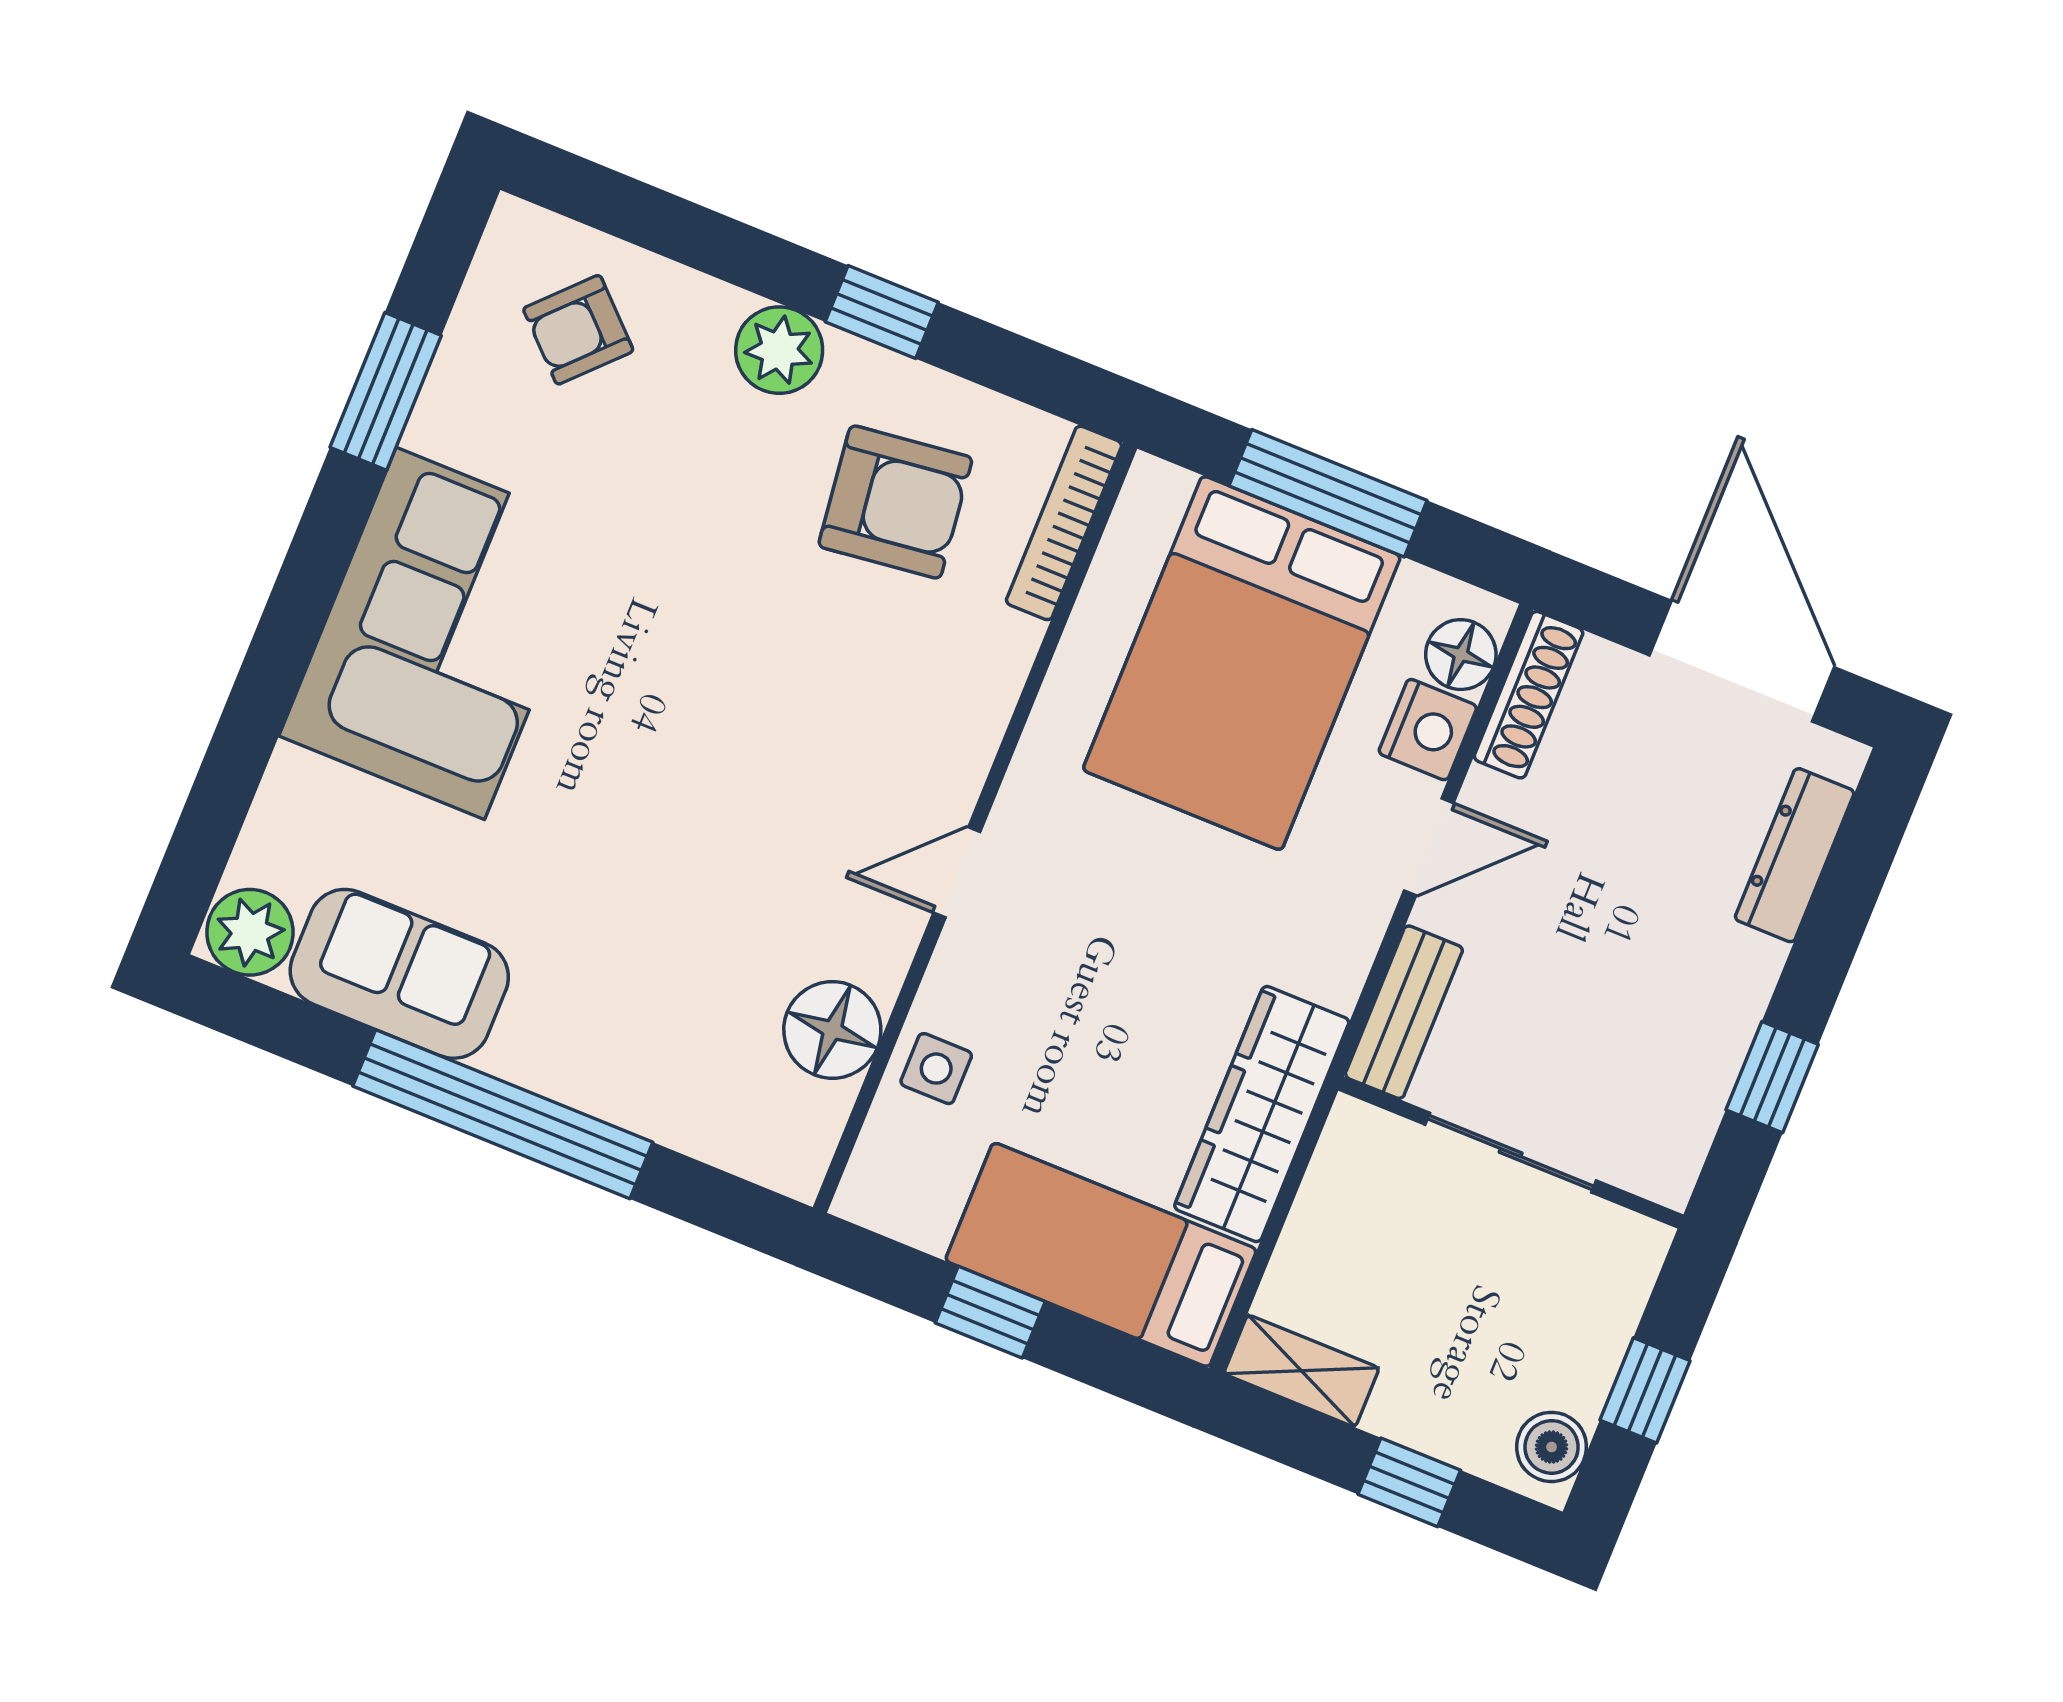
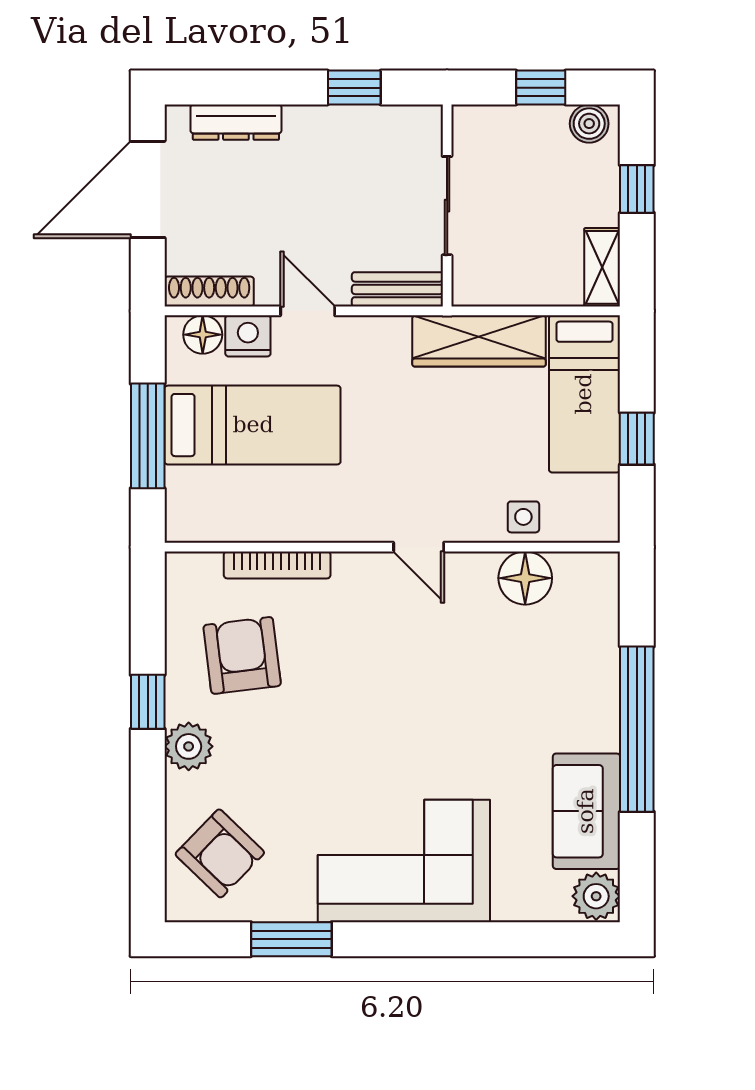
armchair: (578, 330) -> (220, 853), width x1.38, depth x1.38
bookcase: (1064, 523) -> (277, 565), moved
bed: (1242, 663) -> (253, 425), width x0.67

